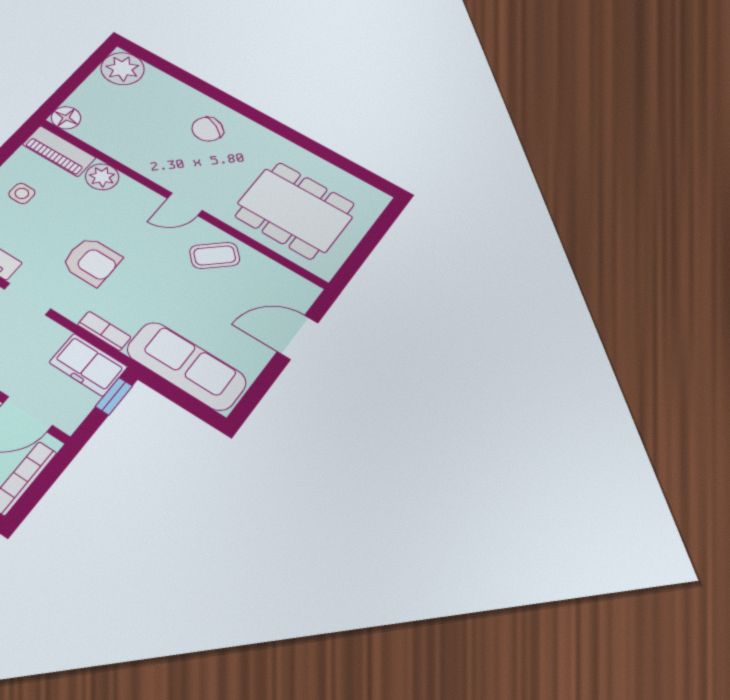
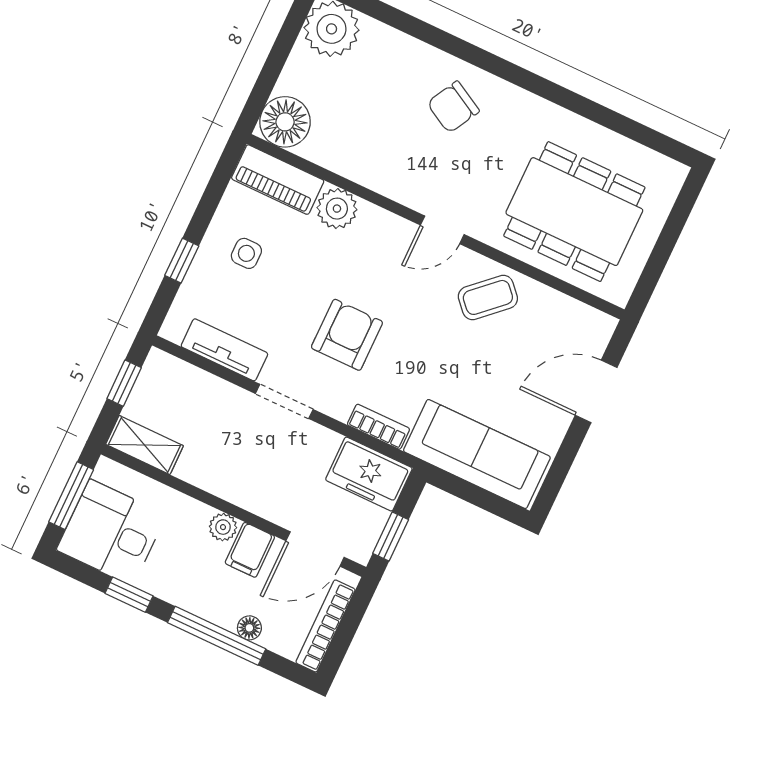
floor lamp: (66, 118) -> (285, 122), width x1.38, depth x1.38
armchair: (92, 261) -> (347, 335), turned -90
window: (114, 396) -> (391, 537), moved

